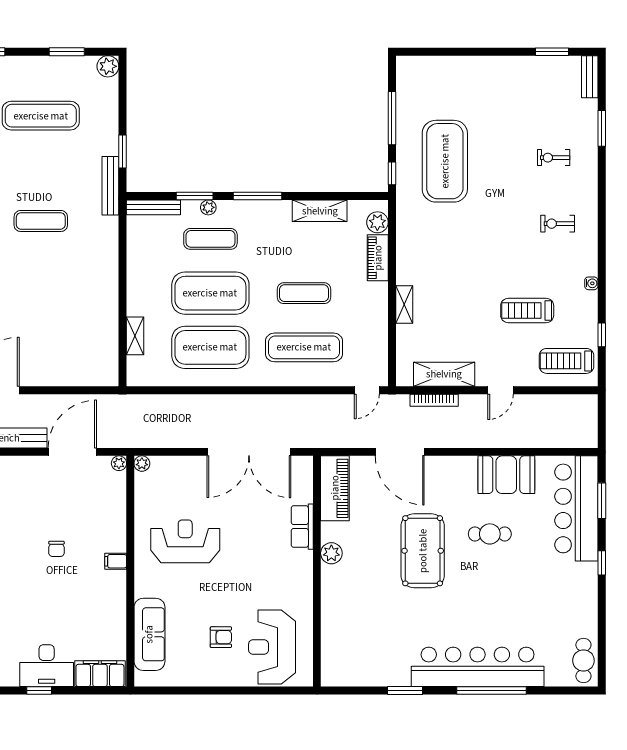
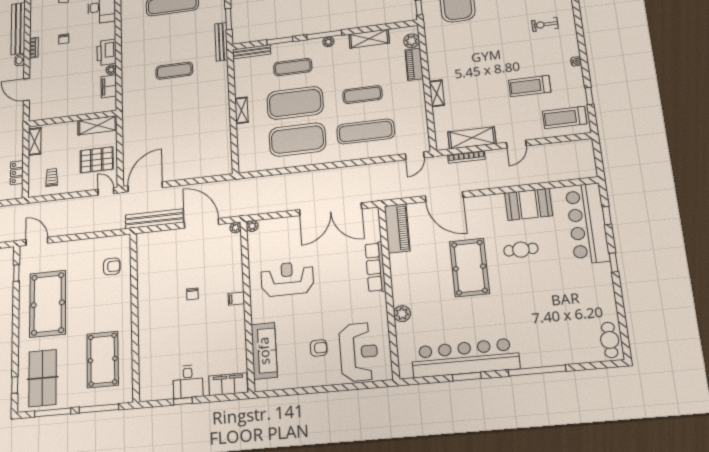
plant: (208, 207) -> (328, 42), moved
shelving: (135, 336) -> (242, 110), moved
door: (72, 452) -> (201, 223), hinge flipped
window: (602, 501) -> (607, 216), width x0.67
row of seats: (302, 527) -> (375, 267), width x1.48
plant: (331, 553) -> (402, 314), moved
reception desk: (272, 647) -> (359, 352), turned 180
desk: (47, 666) -> (188, 382), width x0.73
bar counter: (478, 667) -> (465, 358), moved

